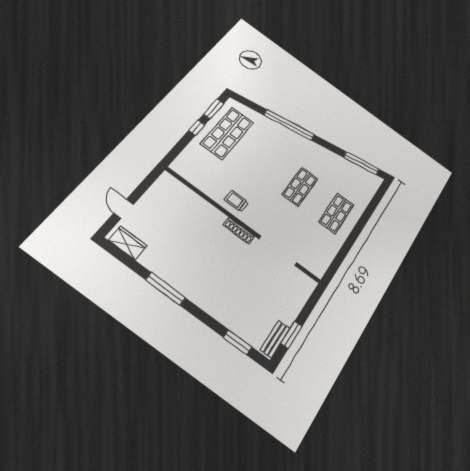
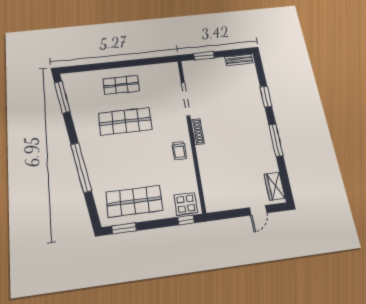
window: (197, 128) -> (186, 220), moved
display table: (188, 163) -> (186, 204), added
shop shelf: (300, 187) -> (125, 121), width x1.43, depth x1.36
window: (292, 335) -> (204, 56), moved
window: (238, 342) -> (266, 97), moved

